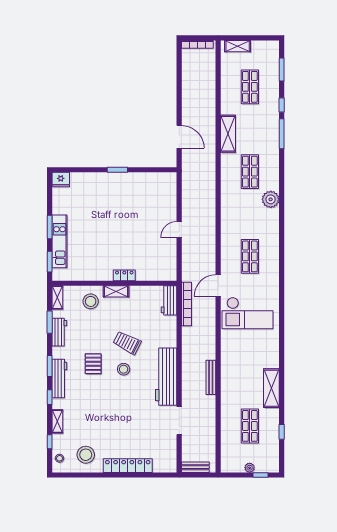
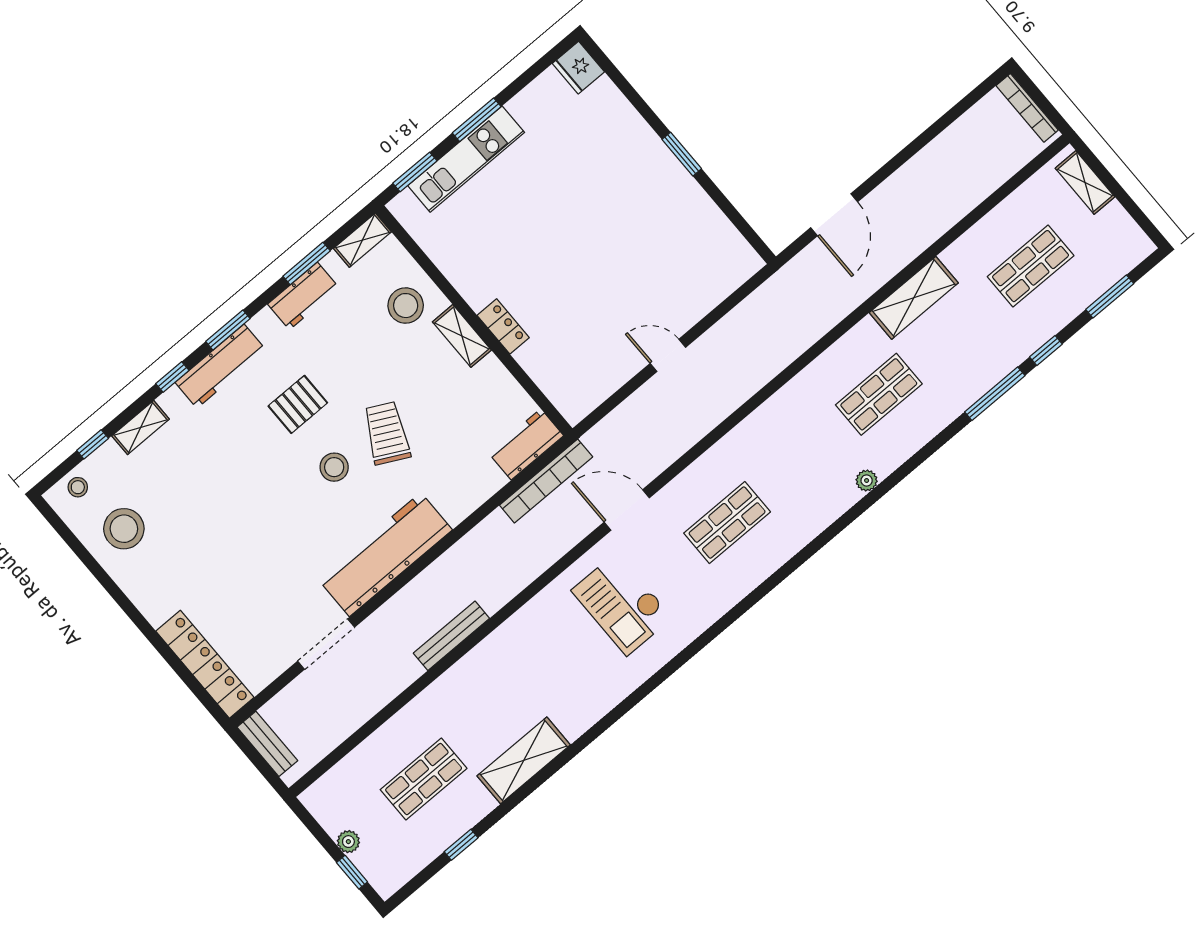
plant: (271, 199) -> (867, 480), width x0.53, depth x0.53
checkout: (247, 313) -> (622, 604), width x0.73, depth x0.83
locker: (128, 466) -> (205, 664), moved

